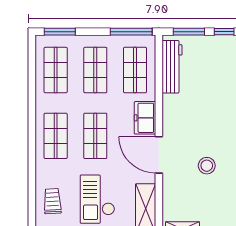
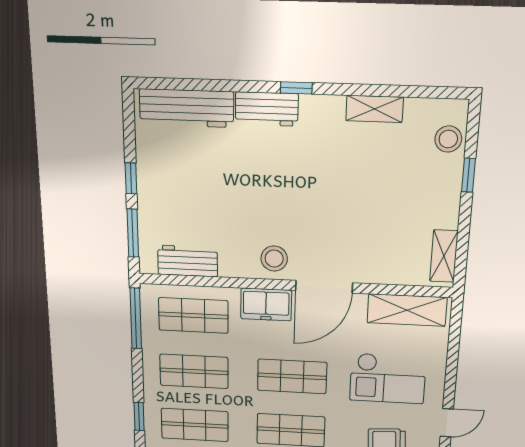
window: (60, 32) -> (139, 416), width x0.67
workbench: (172, 67) -> (188, 261), width x0.73
stool: (207, 166) -> (274, 259), moved

